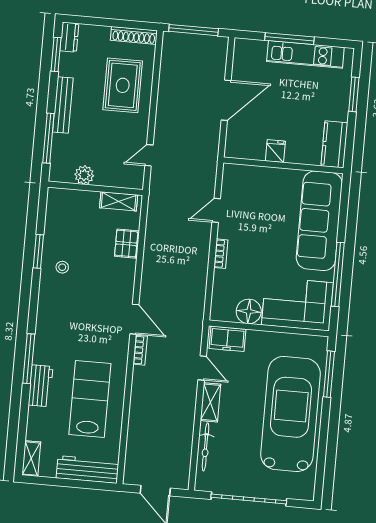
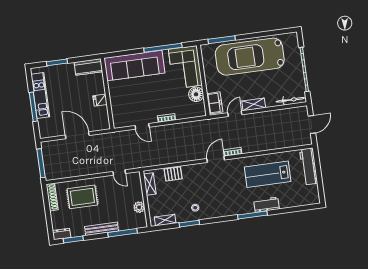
bicycle: (206, 447) -> (290, 100), moved
shelving: (31, 459) -> (165, 220), moved

